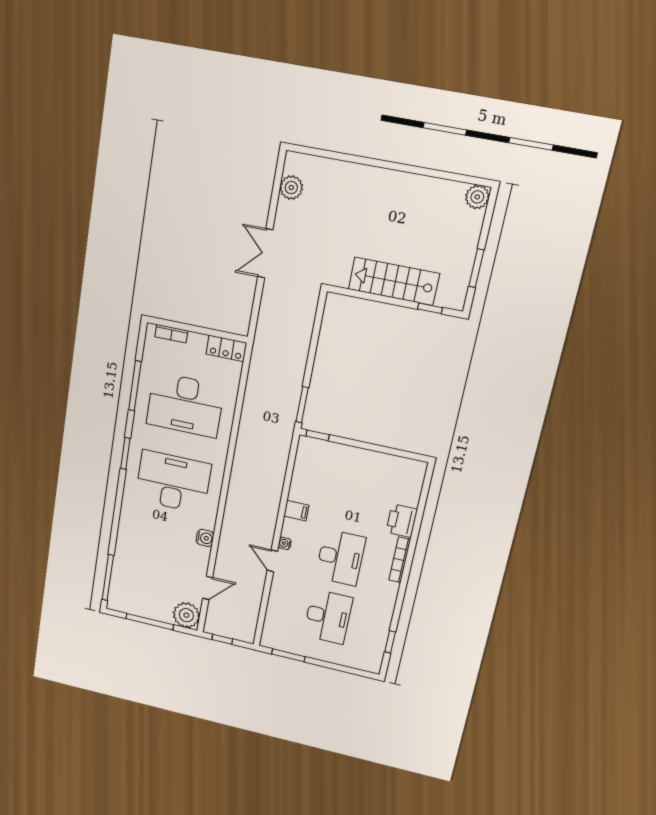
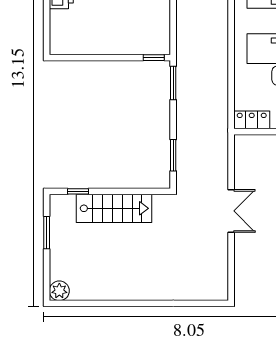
plant: (291, 188) -> (218, 271), removed
window: (317, 327) -> (173, 155), added

